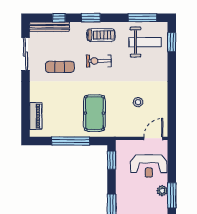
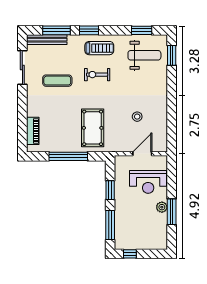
window: (59, 18) -> (56, 30), width x2.17
window: (142, 18) -> (142, 30), width x0.69
door: (153, 138) -> (142, 154), moved
window: (112, 160) -> (110, 190), moved

